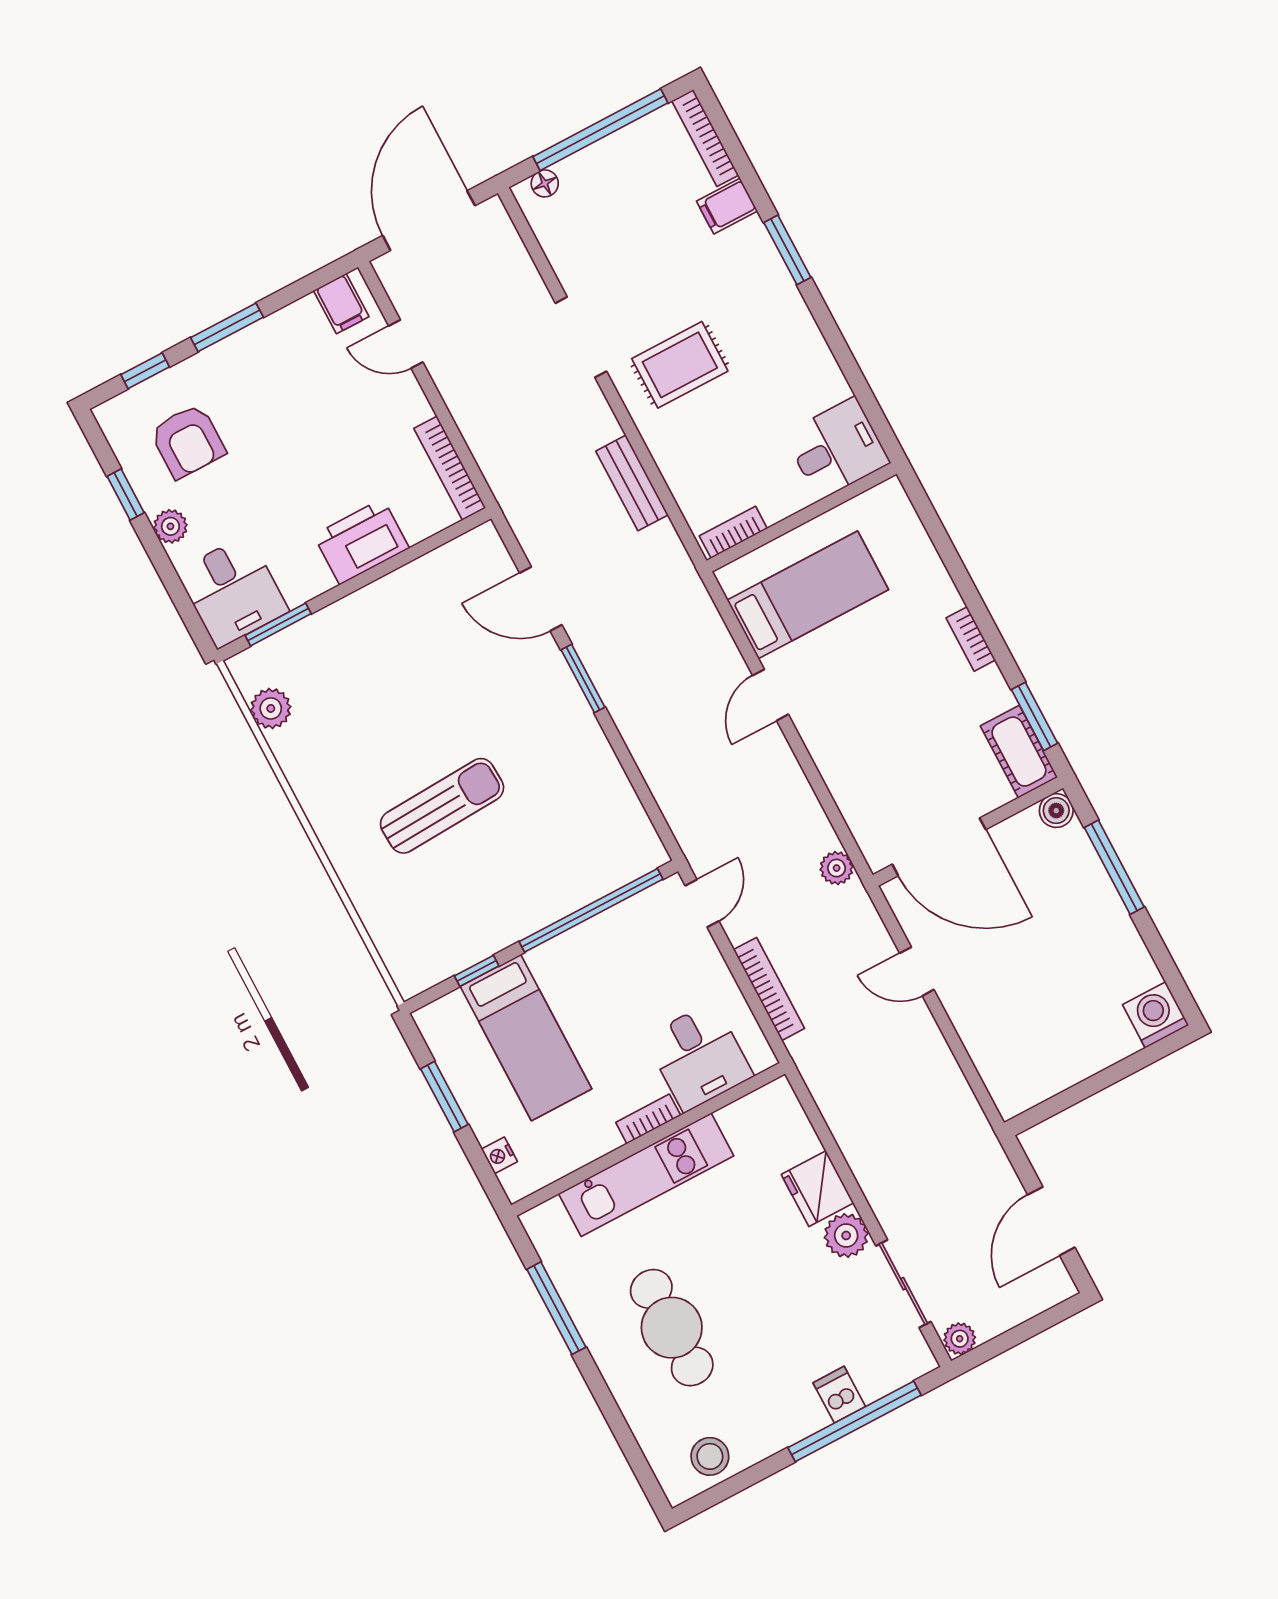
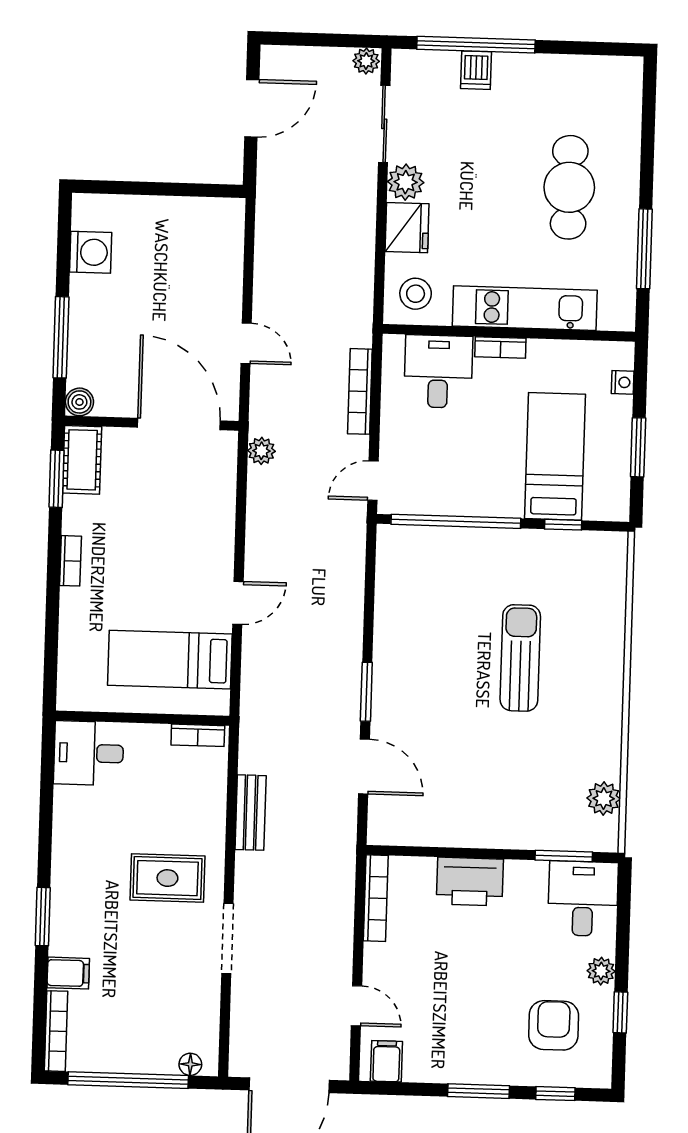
sun lounger: (442, 806) -> (520, 658), turned 93
washing machine: (1156, 1015) -> (91, 252), moved, turned -90
stool: (710, 1456) -> (416, 294), moved

